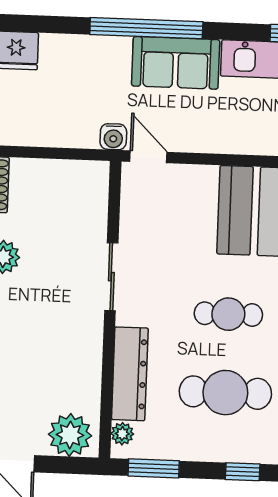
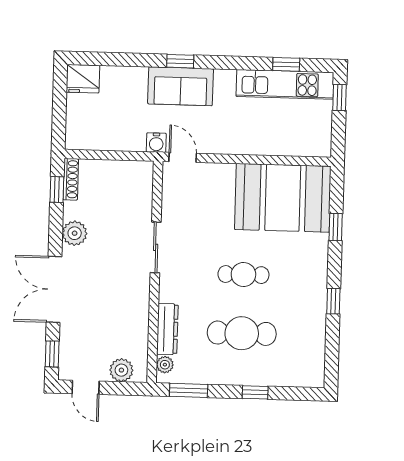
window: (146, 28) -> (180, 61), width x0.32
sofa: (176, 63) -> (181, 86), moved
dresser: (130, 374) -> (167, 329), width x0.73, depth x0.80
plant: (70, 435) -> (121, 370), width x0.73, depth x0.73

